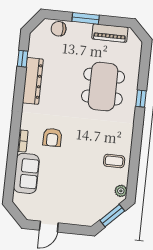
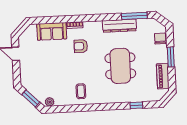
window: (23, 59) -> (134, 16), width x2.17
dining table: (103, 87) -> (120, 66), moved, turned 90
window: (141, 99) -> (136, 105), moved
coffee table: (114, 161) -> (81, 91), moved

